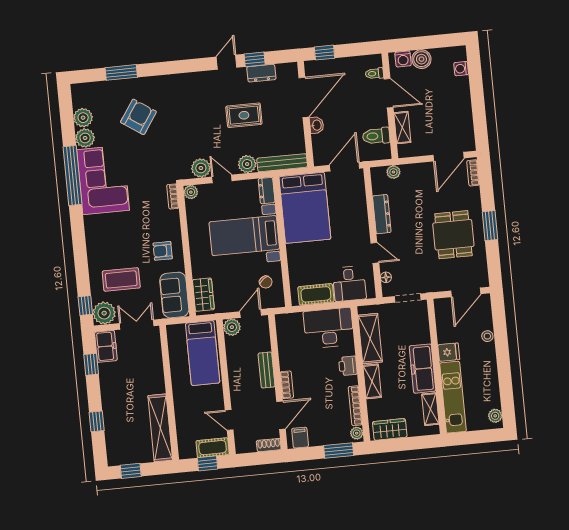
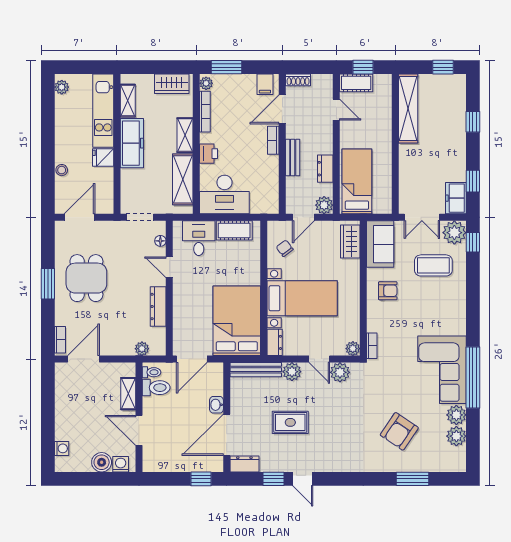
door: (227, 62) -> (303, 479), hinge flipped
dresser: (261, 73) -> (244, 464), moved
toilet: (375, 74) -> (151, 372), moved
dresser: (234, 362) -> (325, 169), added

